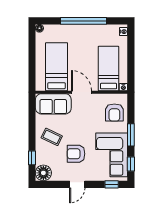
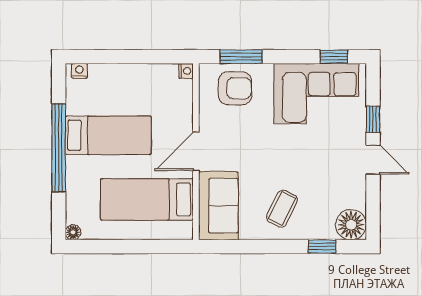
bed: (108, 68) -> (108, 135), moved, turned 180
window: (131, 135) -> (241, 57), moved
armchair: (76, 154) -> (314, 162), removed
window: (112, 184) -> (373, 119), moved

